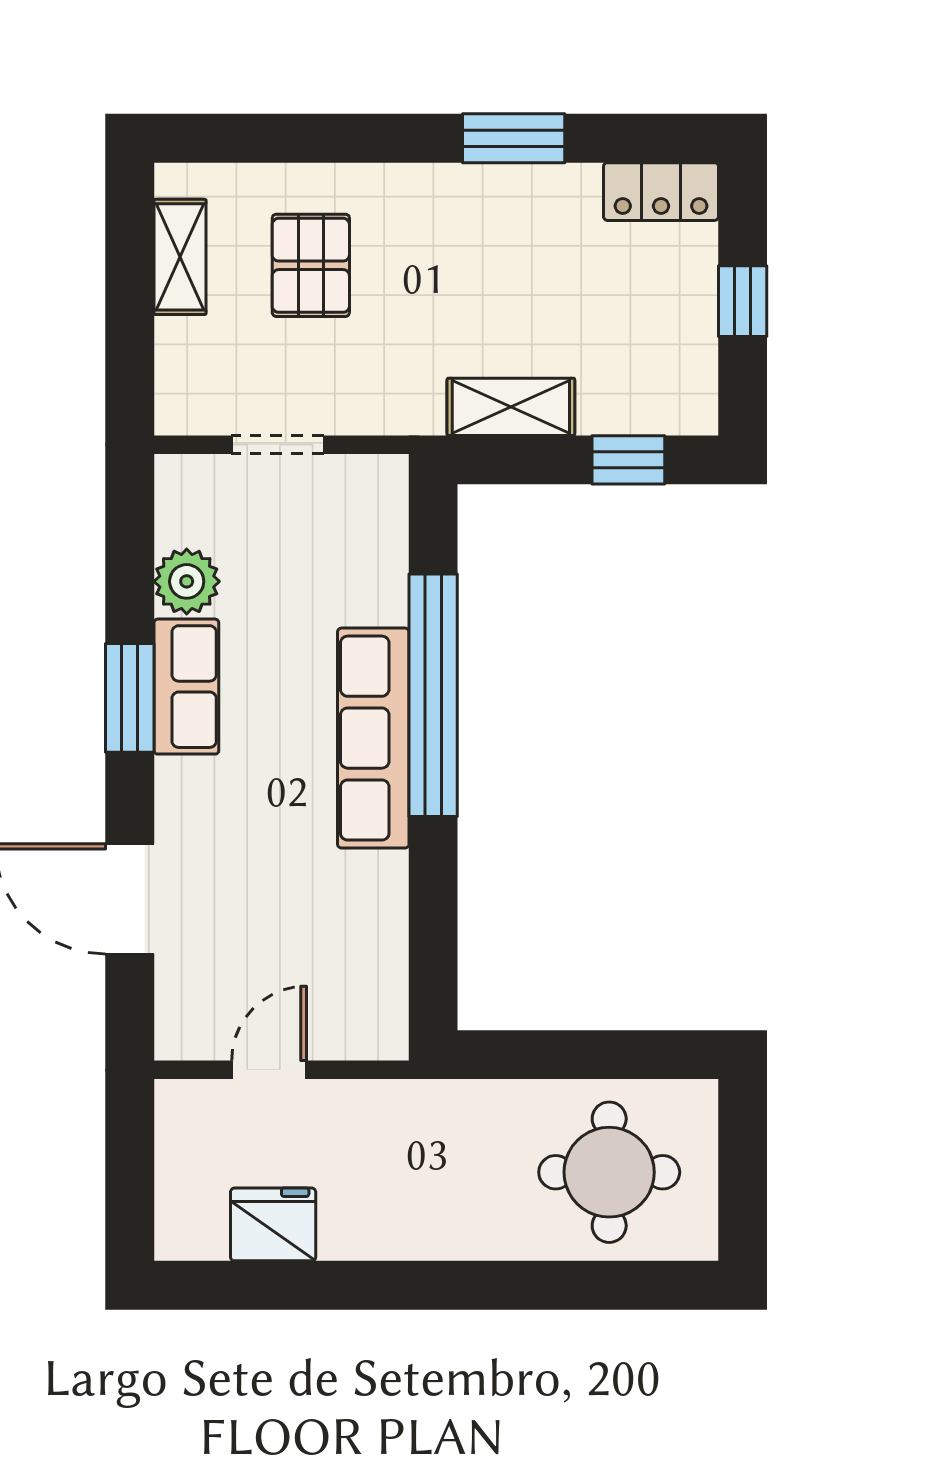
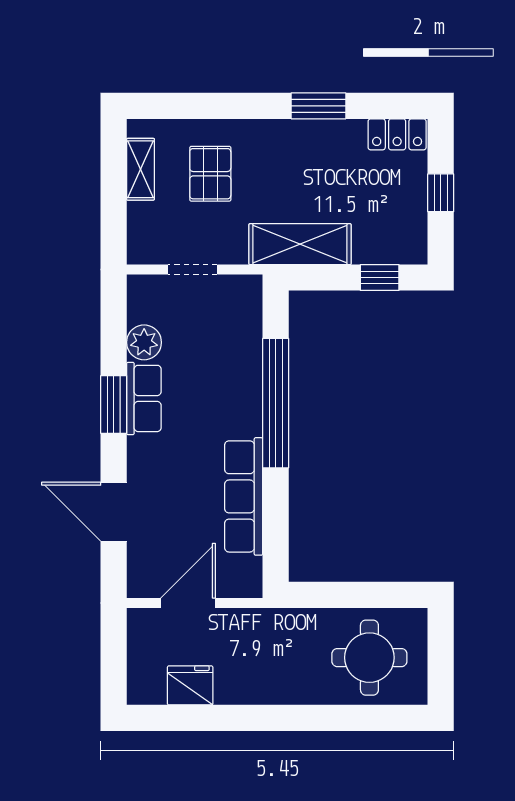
shelving: (511, 407) -> (300, 244), width x1.50, depth x1.33
row of seats: (373, 738) -> (244, 496), moved
door: (269, 1070) -> (188, 603), width x1.38

